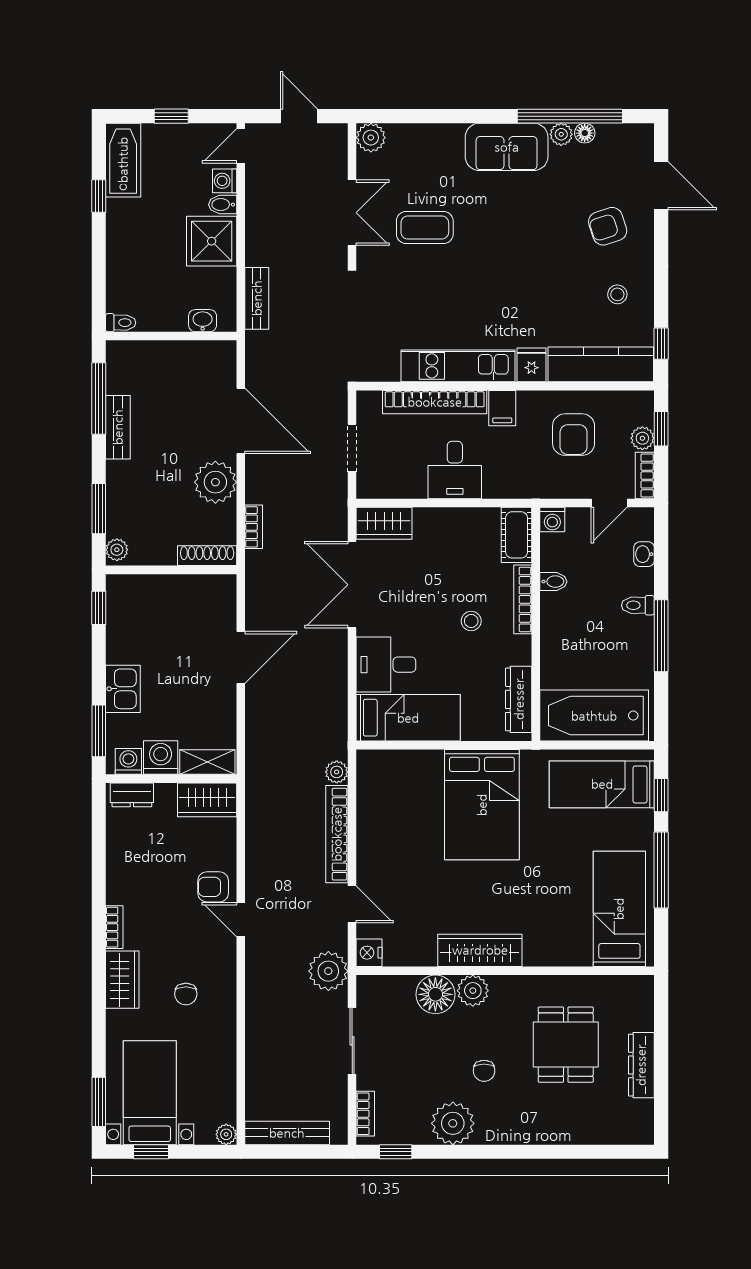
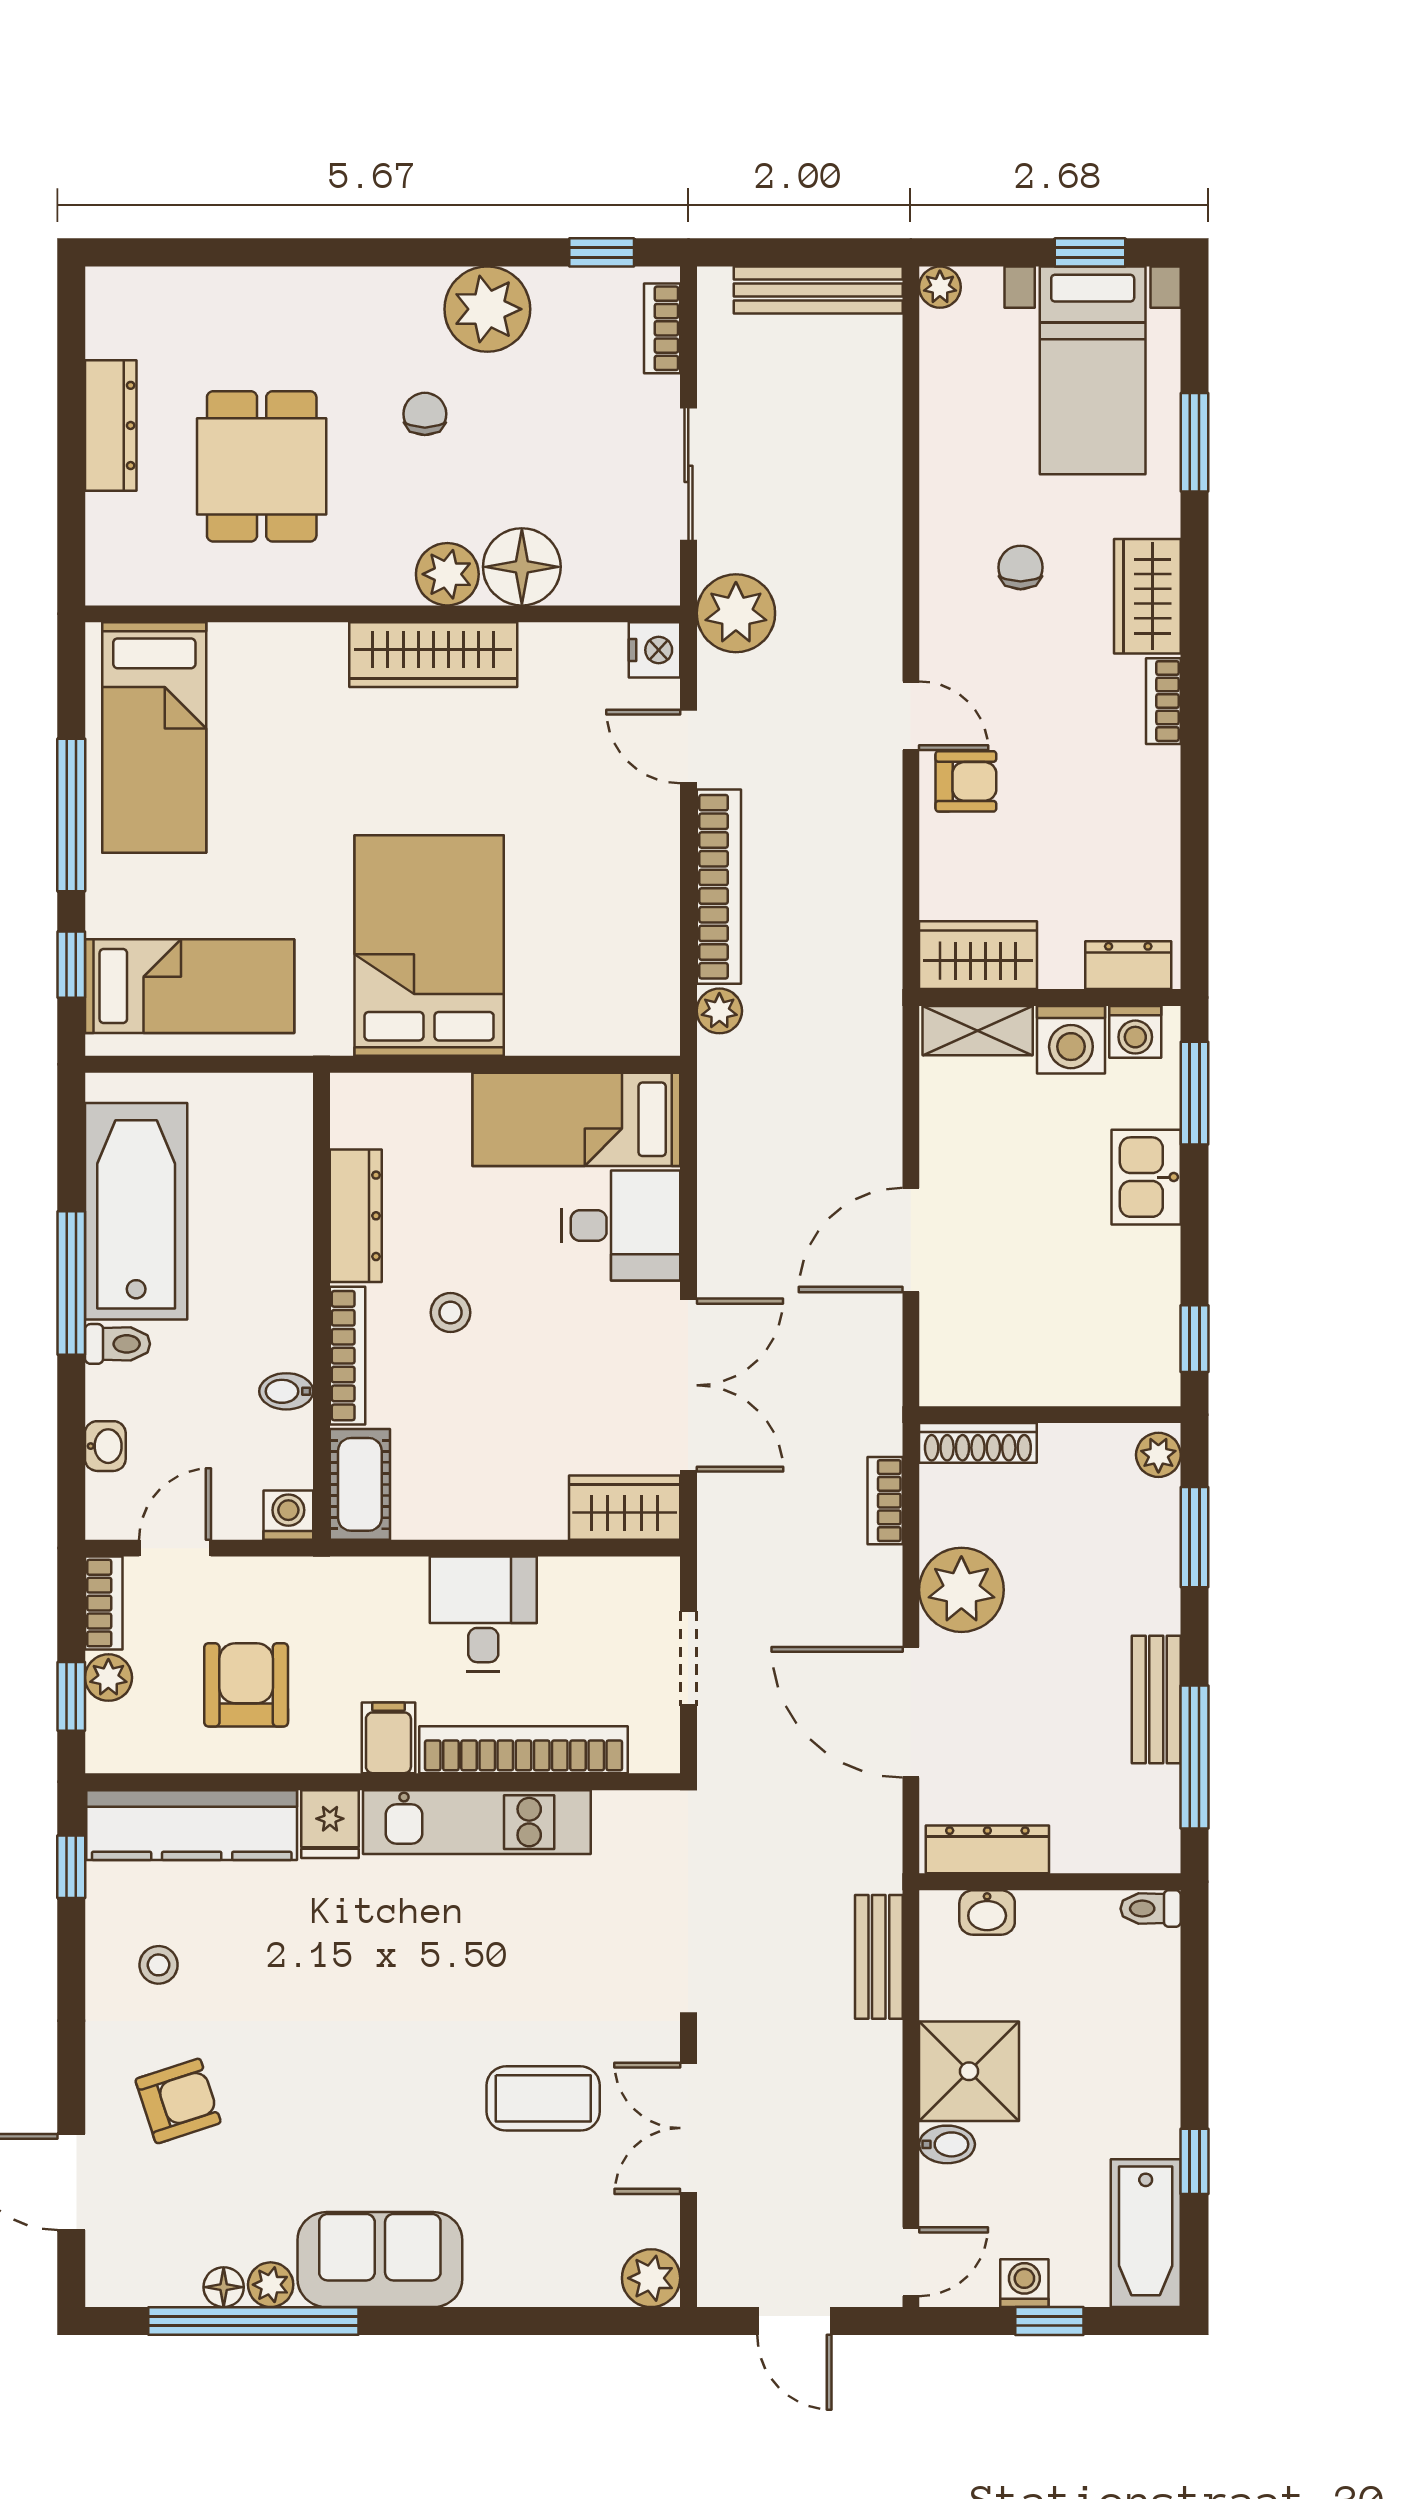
washing machine: (225, 181) -> (1024, 2283), moved, turned -90
dresser: (202, 352) -> (987, 1849), added
dresser: (519, 699) -> (356, 1216), moved
bathtub: (594, 716) -> (136, 1211), moved, turned -90
window: (99, 1102) -> (1194, 442), moved

